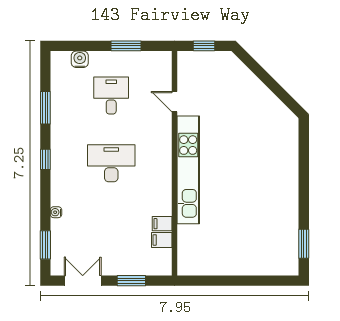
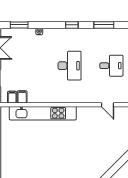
door: (175, 102) -> (108, 105), swing flipped
kitchen unit: (188, 170) -> (43, 113), moved
filing cabinet: (162, 224) -> (12, 97), moved

